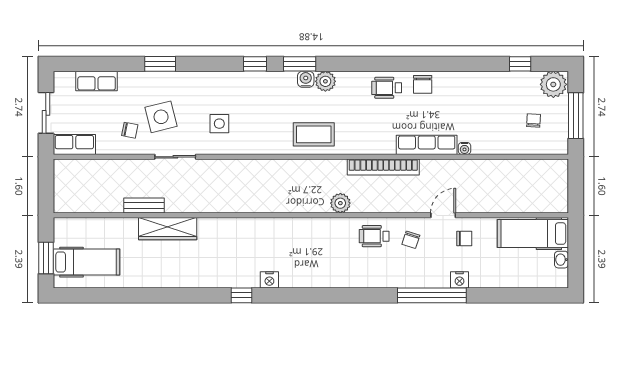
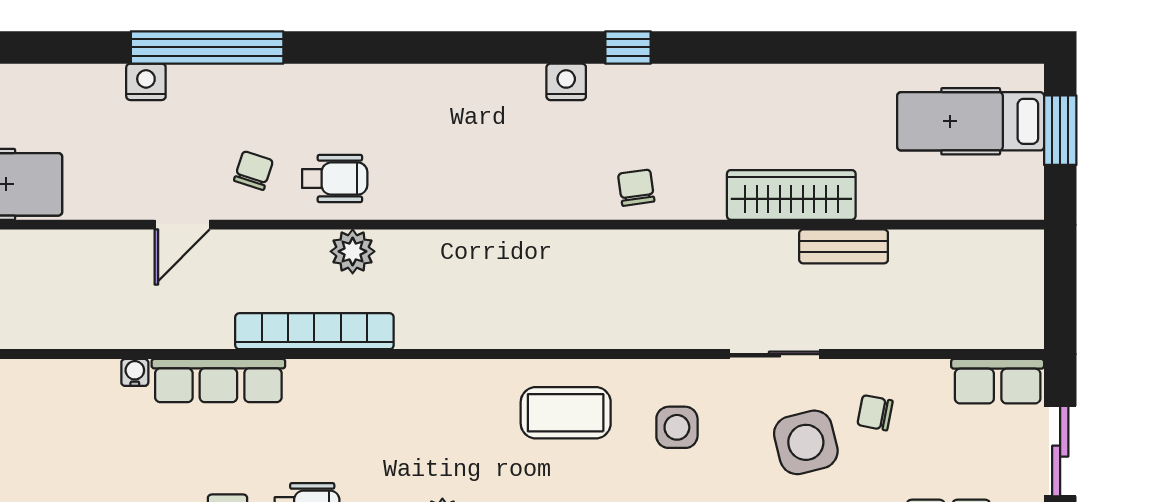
coffee table: (314, 134) -> (566, 413), moved
plant: (340, 203) -> (353, 251), moved
chair: (464, 239) -> (636, 188), moved, turned 82

